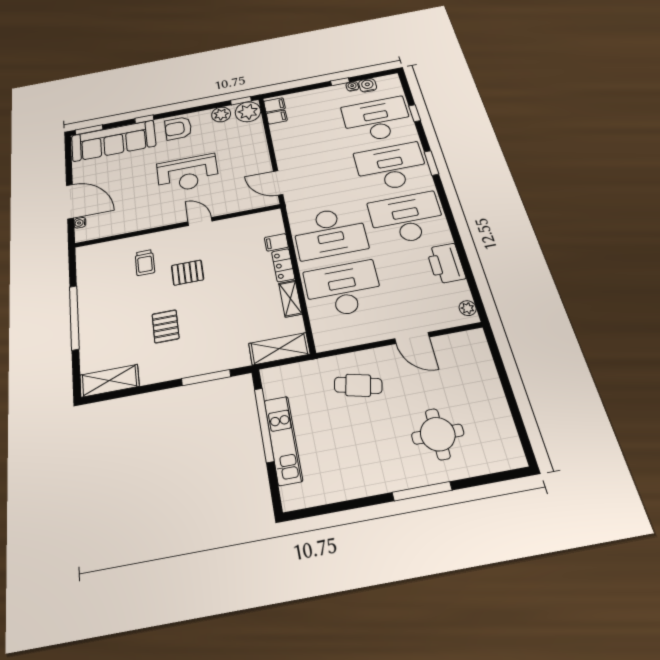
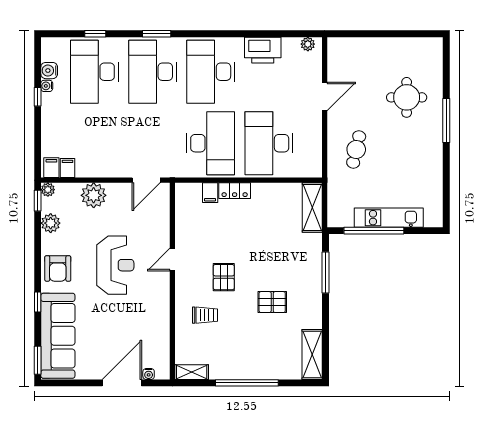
plant: (248, 112) -> (48, 190), width x0.53, depth x0.53
plant: (254, 143) -> (94, 195), added
shelving: (290, 299) -> (192, 372), moved

